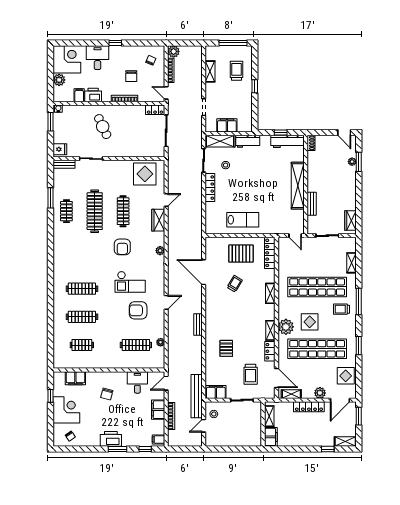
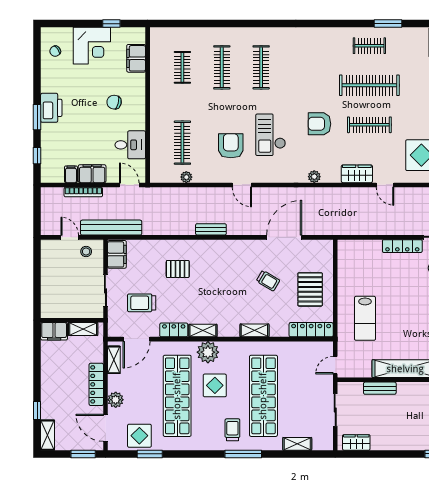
lab bench: (243, 220) -> (365, 318), moved
window: (359, 346) -> (150, 454), moved
filing cabinet: (159, 439) -> (71, 174), moved

